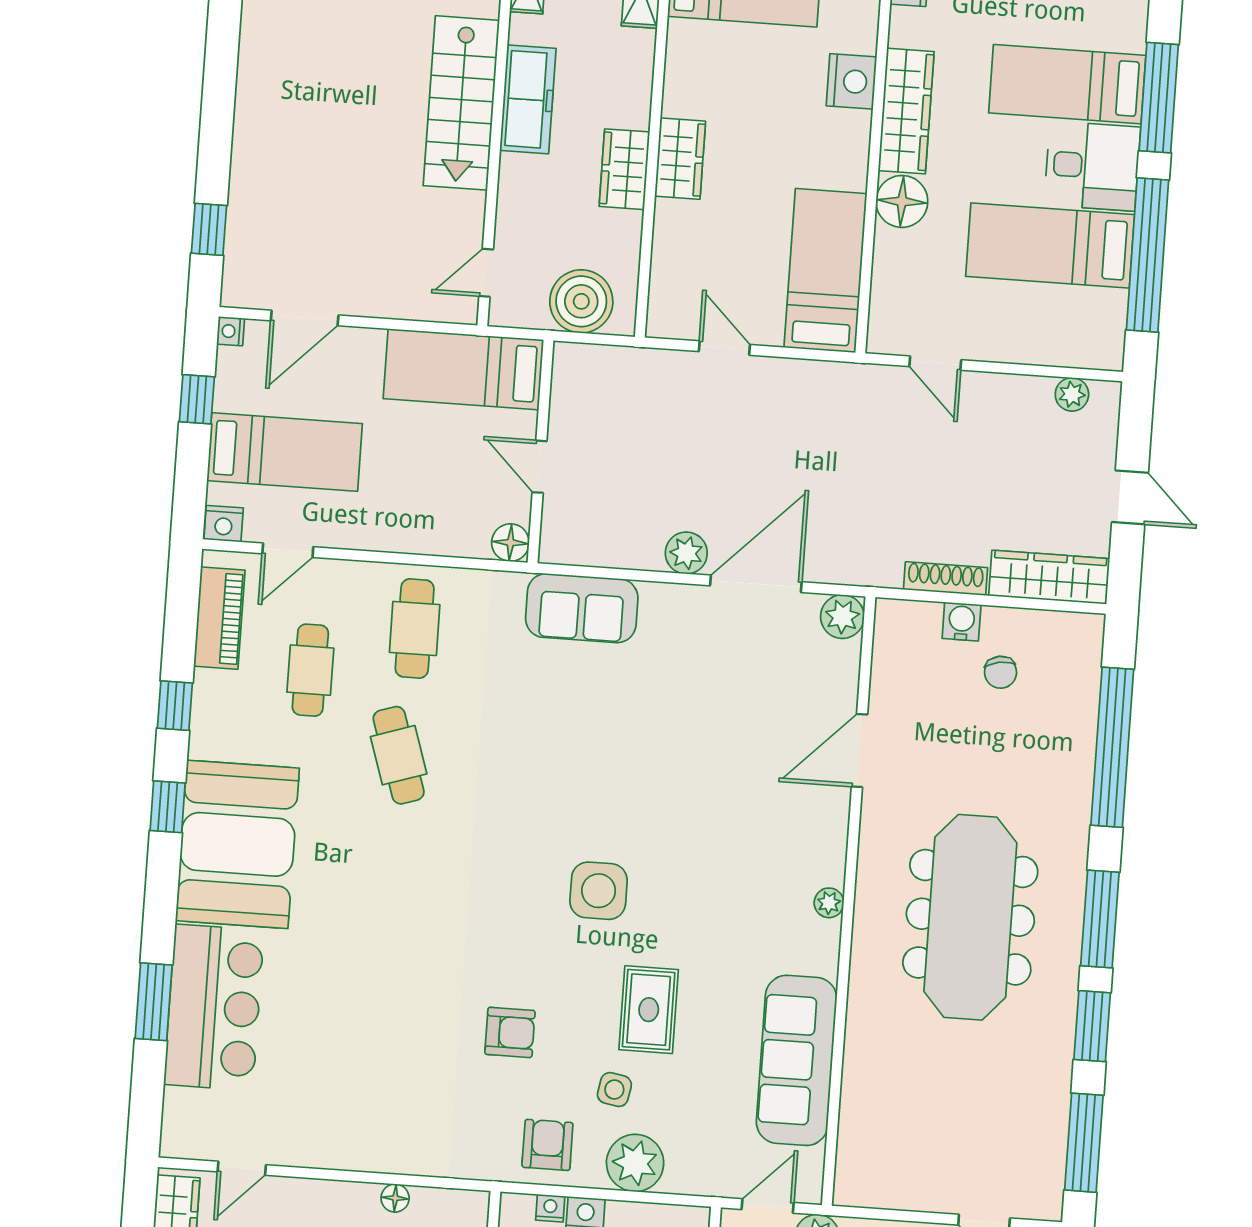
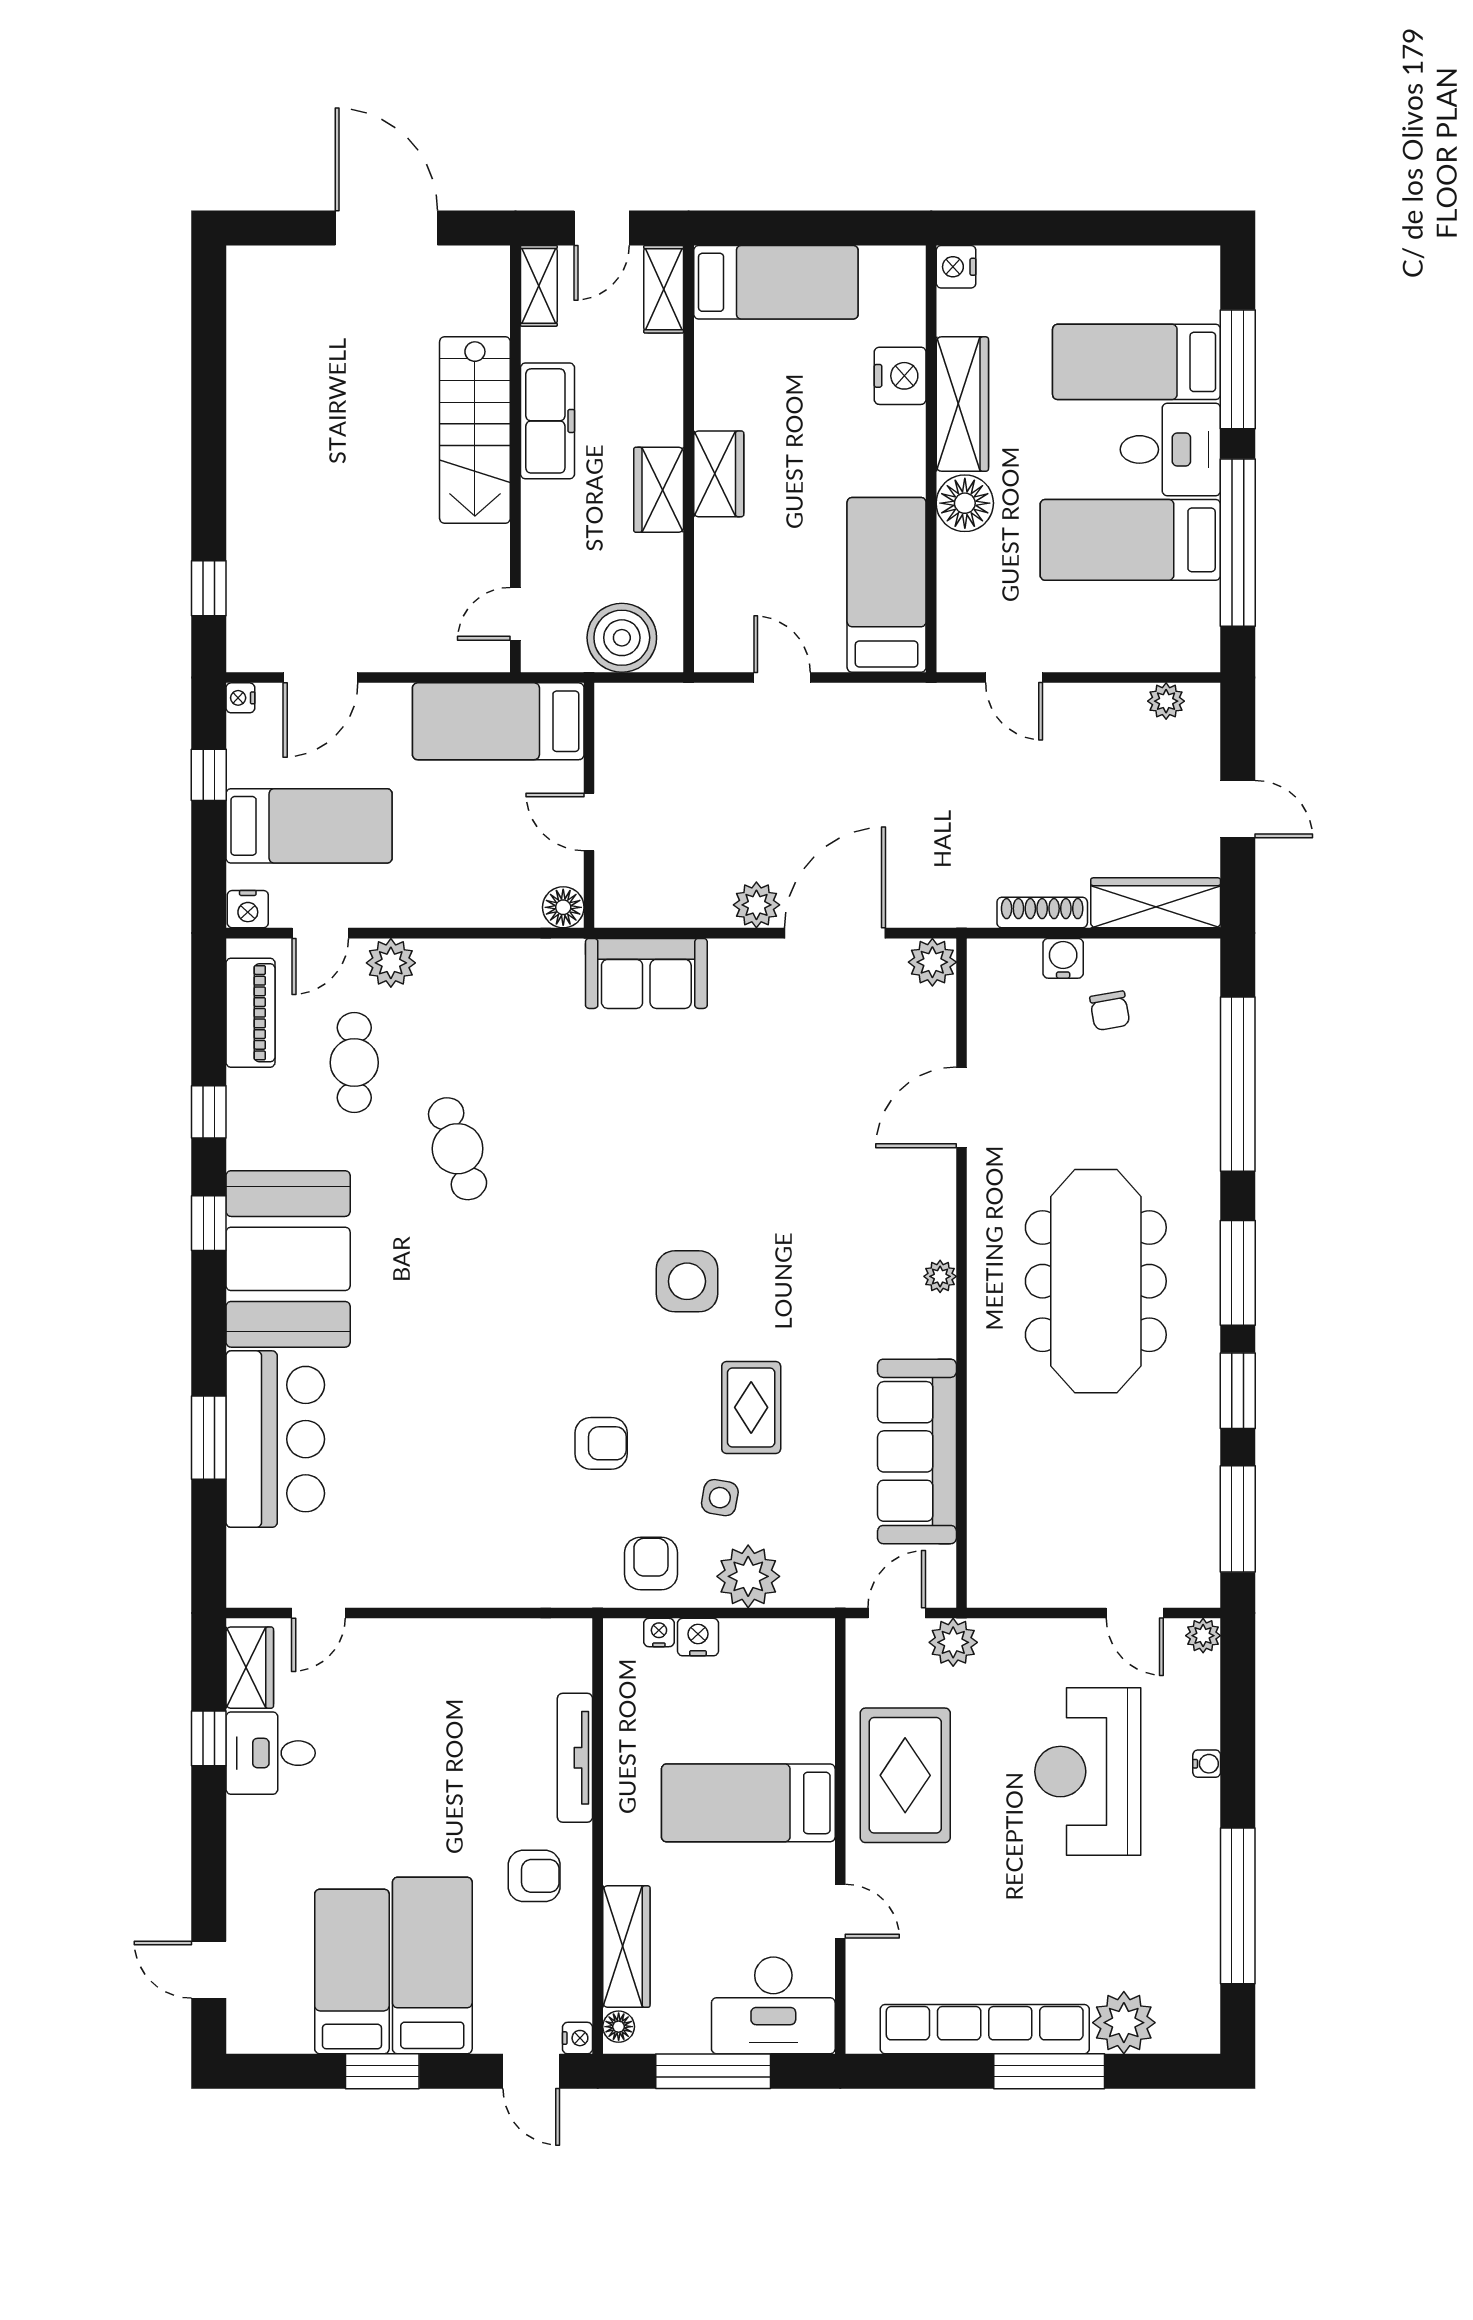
plant: (350, 582) -> (391, 963), added
cafe table: (415, 629) -> (465, 1009), removed
floor lamp: (395, 1198) -> (488, 1634), removed

